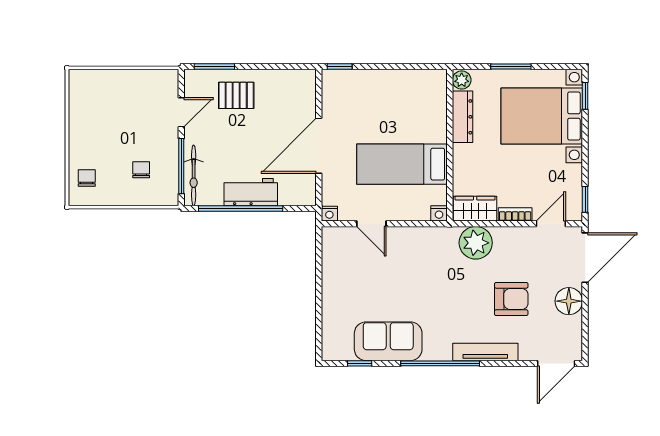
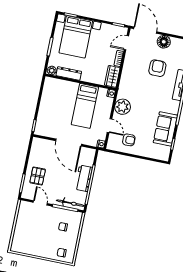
door: (371, 224) -> (110, 126), hinge flipped
door: (551, 224) -> (126, 43), hinge flipped
plant: (476, 243) -> (123, 107), moved
armchair: (350, 270) -> (129, 140), added

